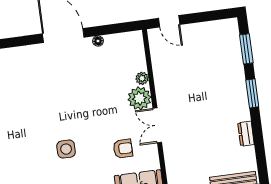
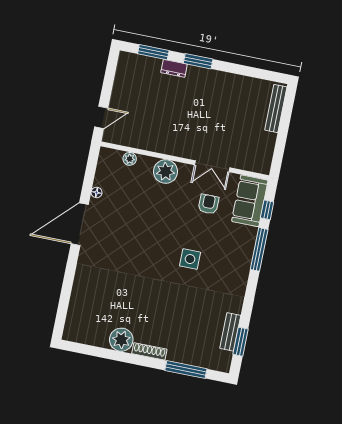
plant: (142, 78) -> (130, 159), moved
double door: (157, 125) -> (212, 166), moved
dresser: (246, 134) -> (174, 68), moved

